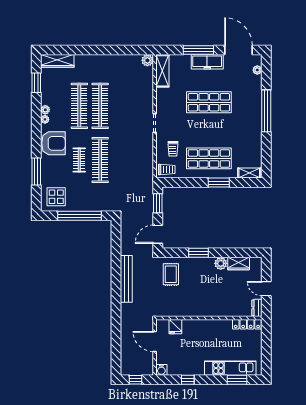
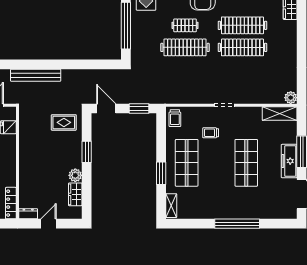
plant: (257, 70) -> (280, 214), removed
trolley: (173, 149) -> (211, 133), moved
bench: (126, 279) -> (36, 75), moved

